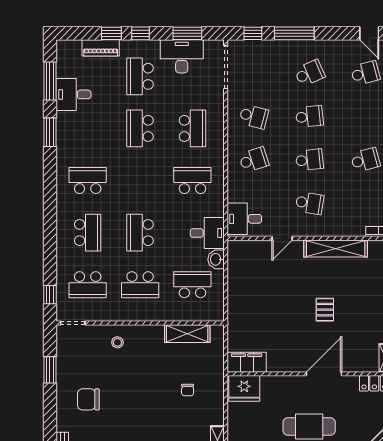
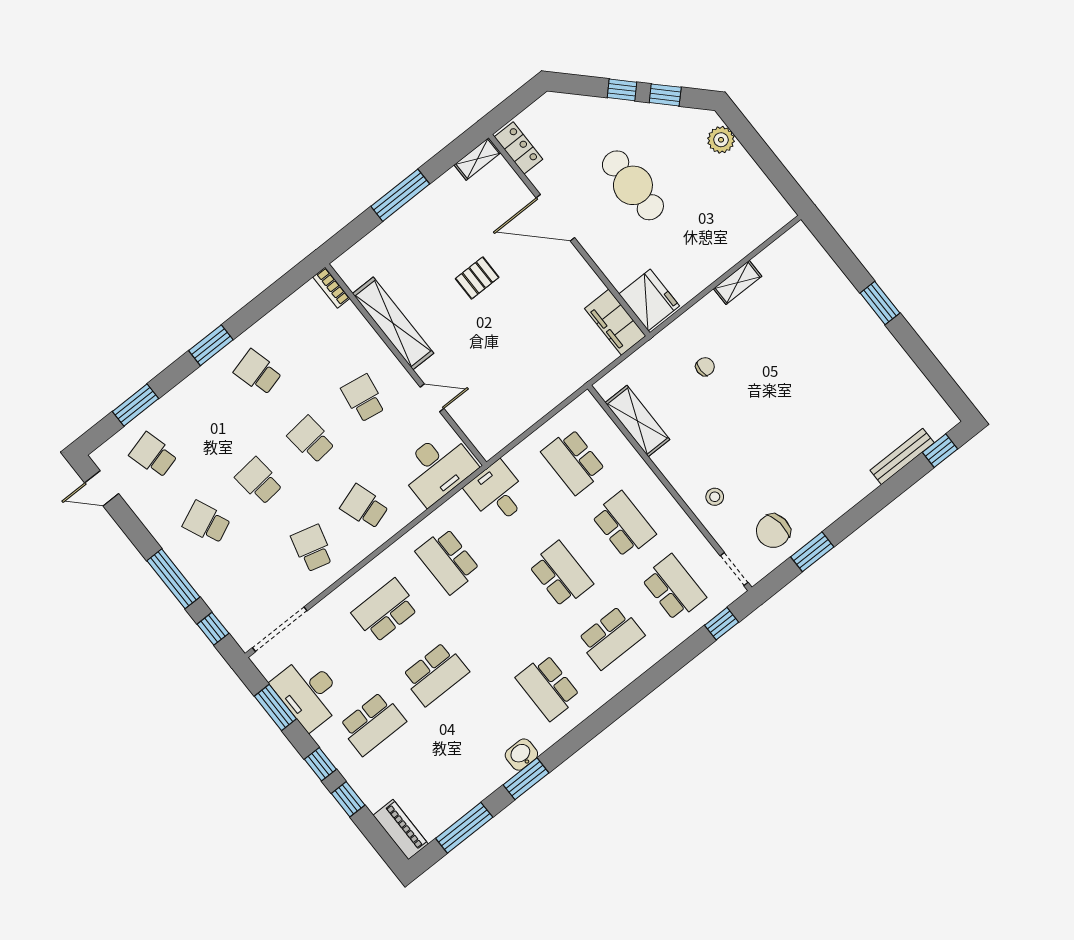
door: (369, 33) -> (102, 488), swing flipped
piano: (101, 48) -> (401, 830), moved
desk: (73, 94) -> (458, 787), removed
desk: (244, 219) -> (437, 468), width x1.37
school desk: (88, 233) -> (611, 638), turned 180
school desk: (140, 233) -> (561, 574), turned -90
washbasin: (216, 259) -> (521, 755), moved, turned 180
chair: (88, 399) -> (773, 531), moved, turned 83

